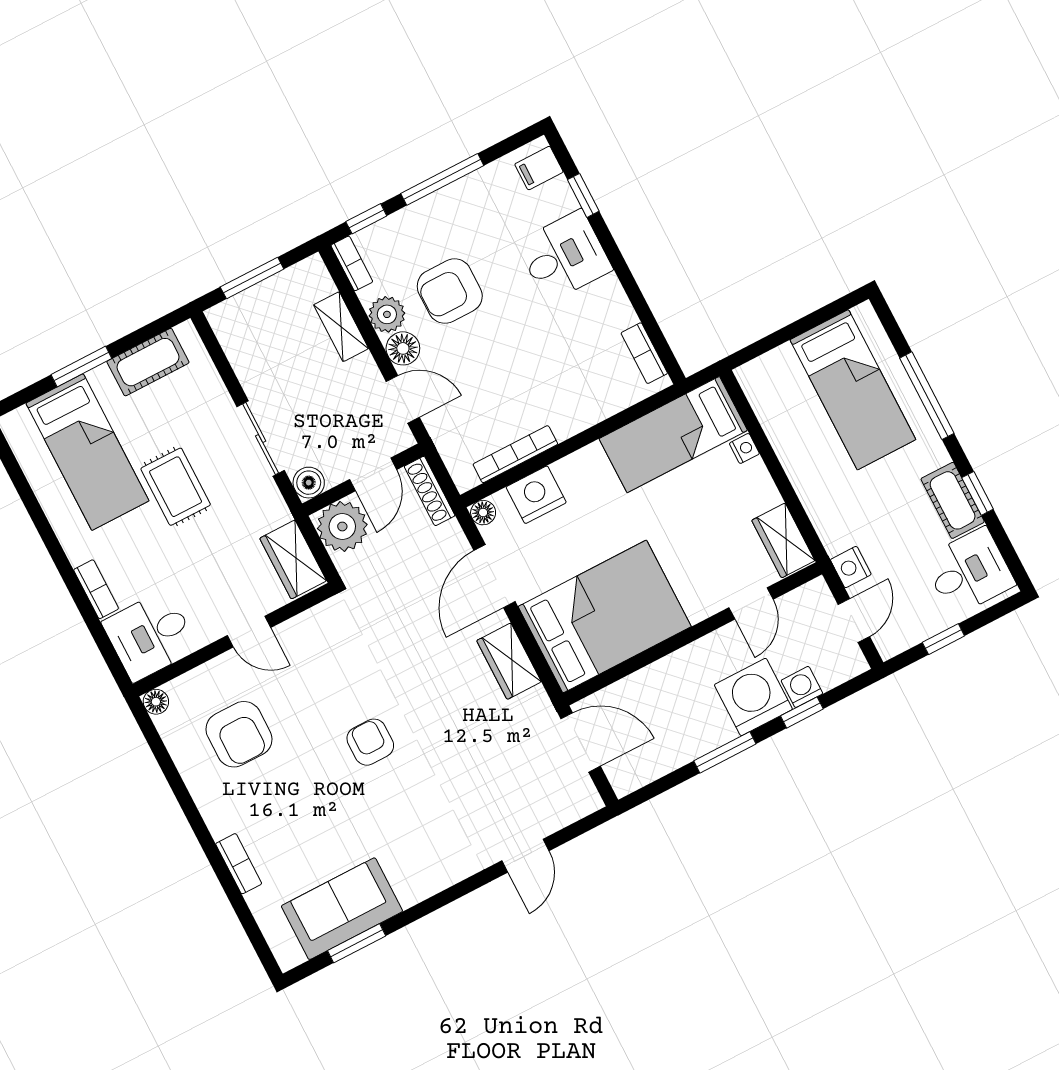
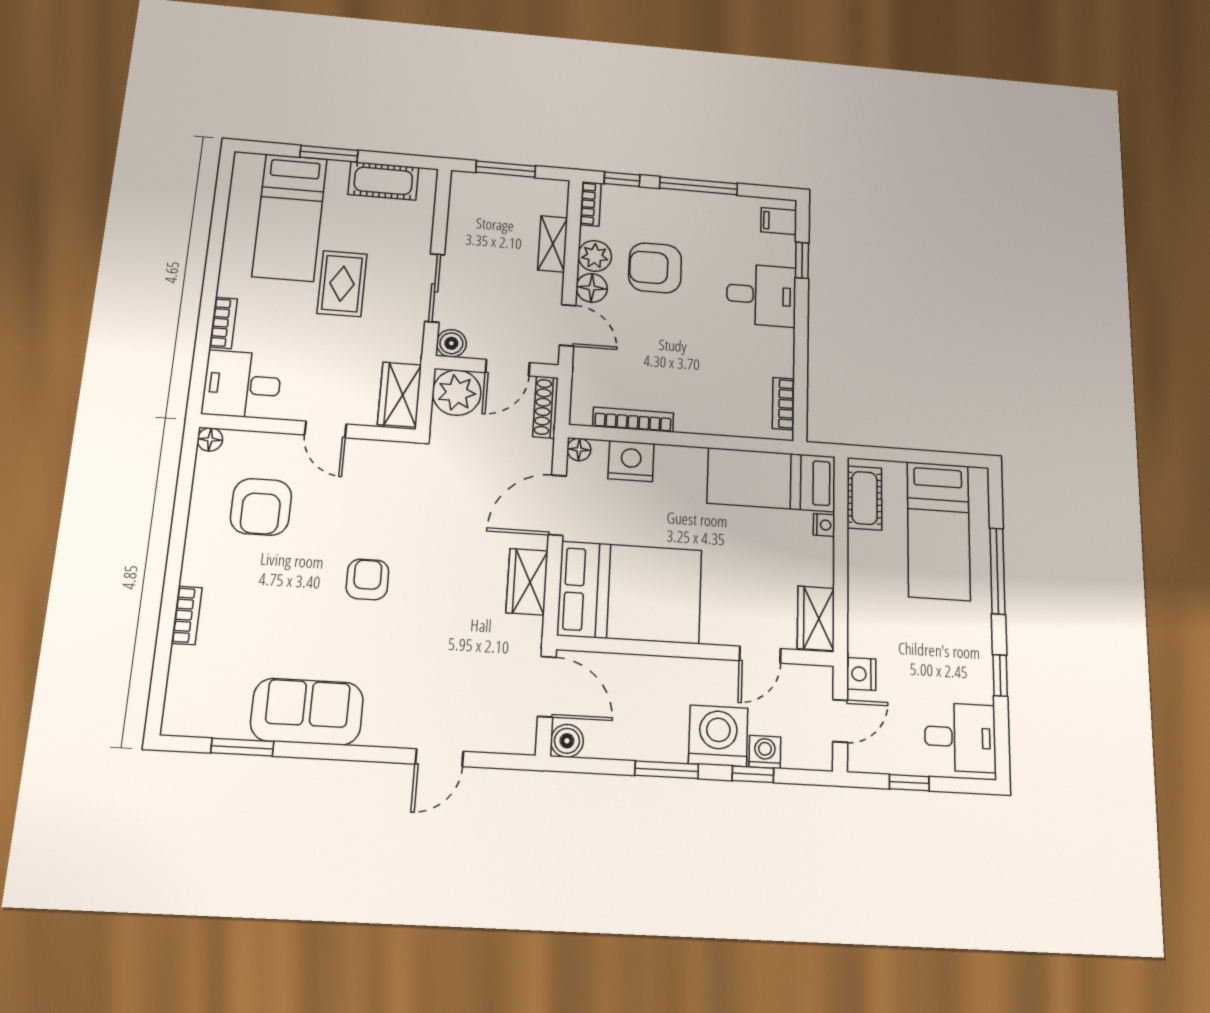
cot: (953, 500) -> (864, 498), moved
boiler: (625, 778) -> (567, 741), added
sofa: (342, 909) -> (307, 712), moved

